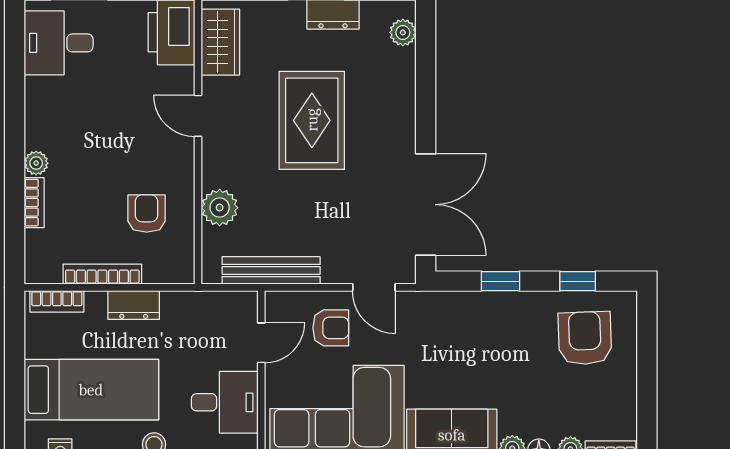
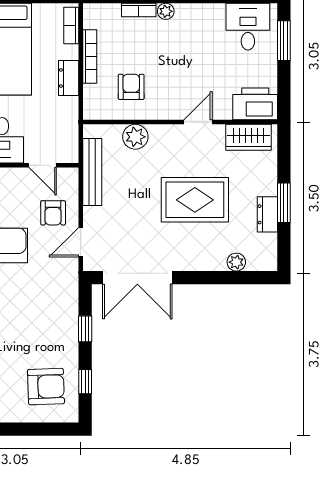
plant: (403, 32) -> (236, 262), moved
armchair: (147, 214) -> (131, 87), turned -90

